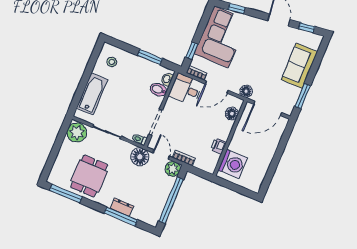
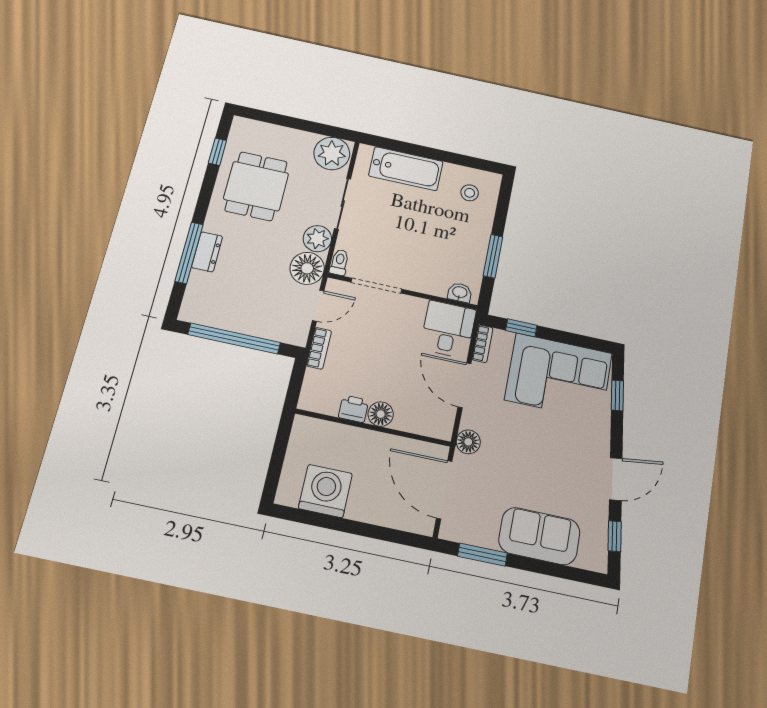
bidet: (159, 90) -> (437, 281), removed
floor lamp: (232, 114) -> (381, 414), moved
washing machine: (233, 164) -> (325, 491), moved, turned 180
plant: (173, 169) -> (317, 239), moved
dining table: (89, 176) -> (256, 186), turned 90
window: (66, 194) -> (217, 152), width x0.46

